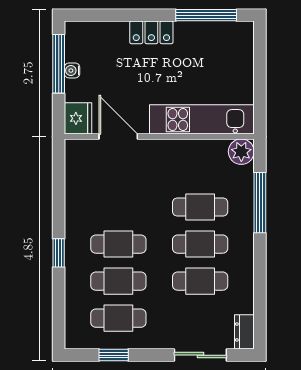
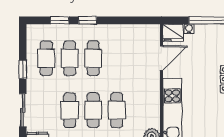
water cooler: (72, 70) -> (189, 29), moved
window: (59, 297) -> (60, 20), added
window: (114, 355) -> (23, 69), moved

